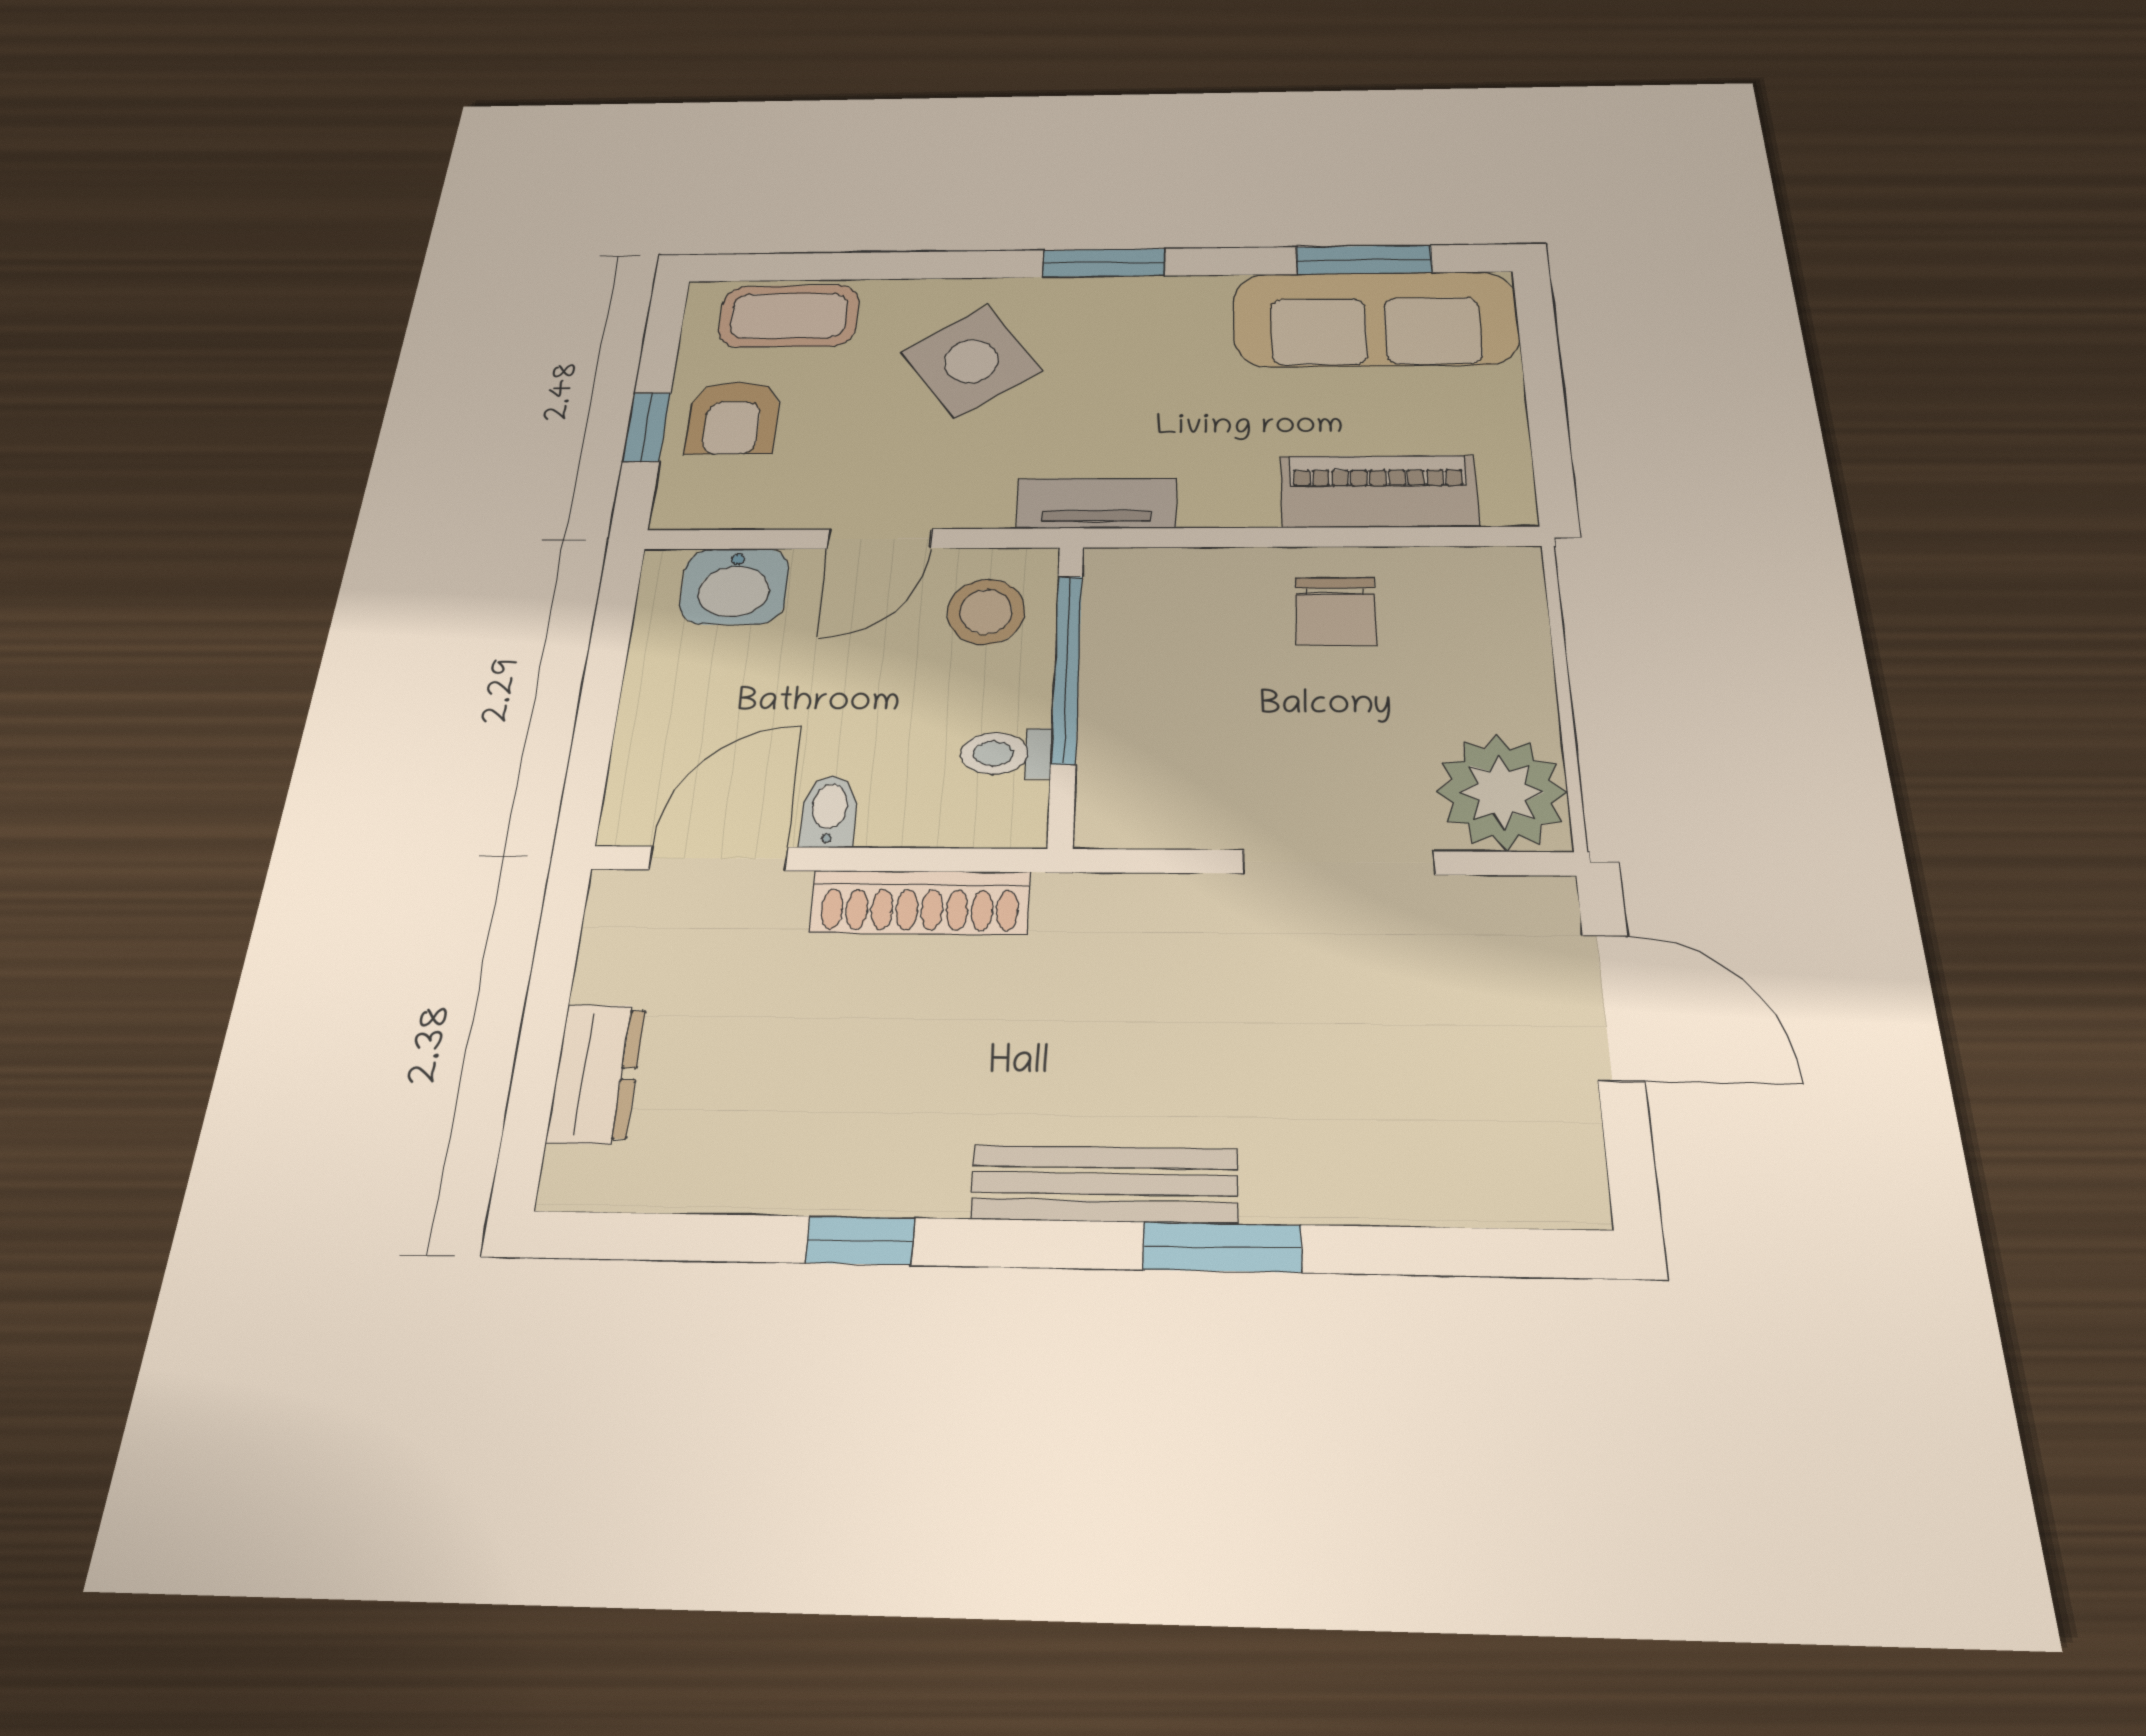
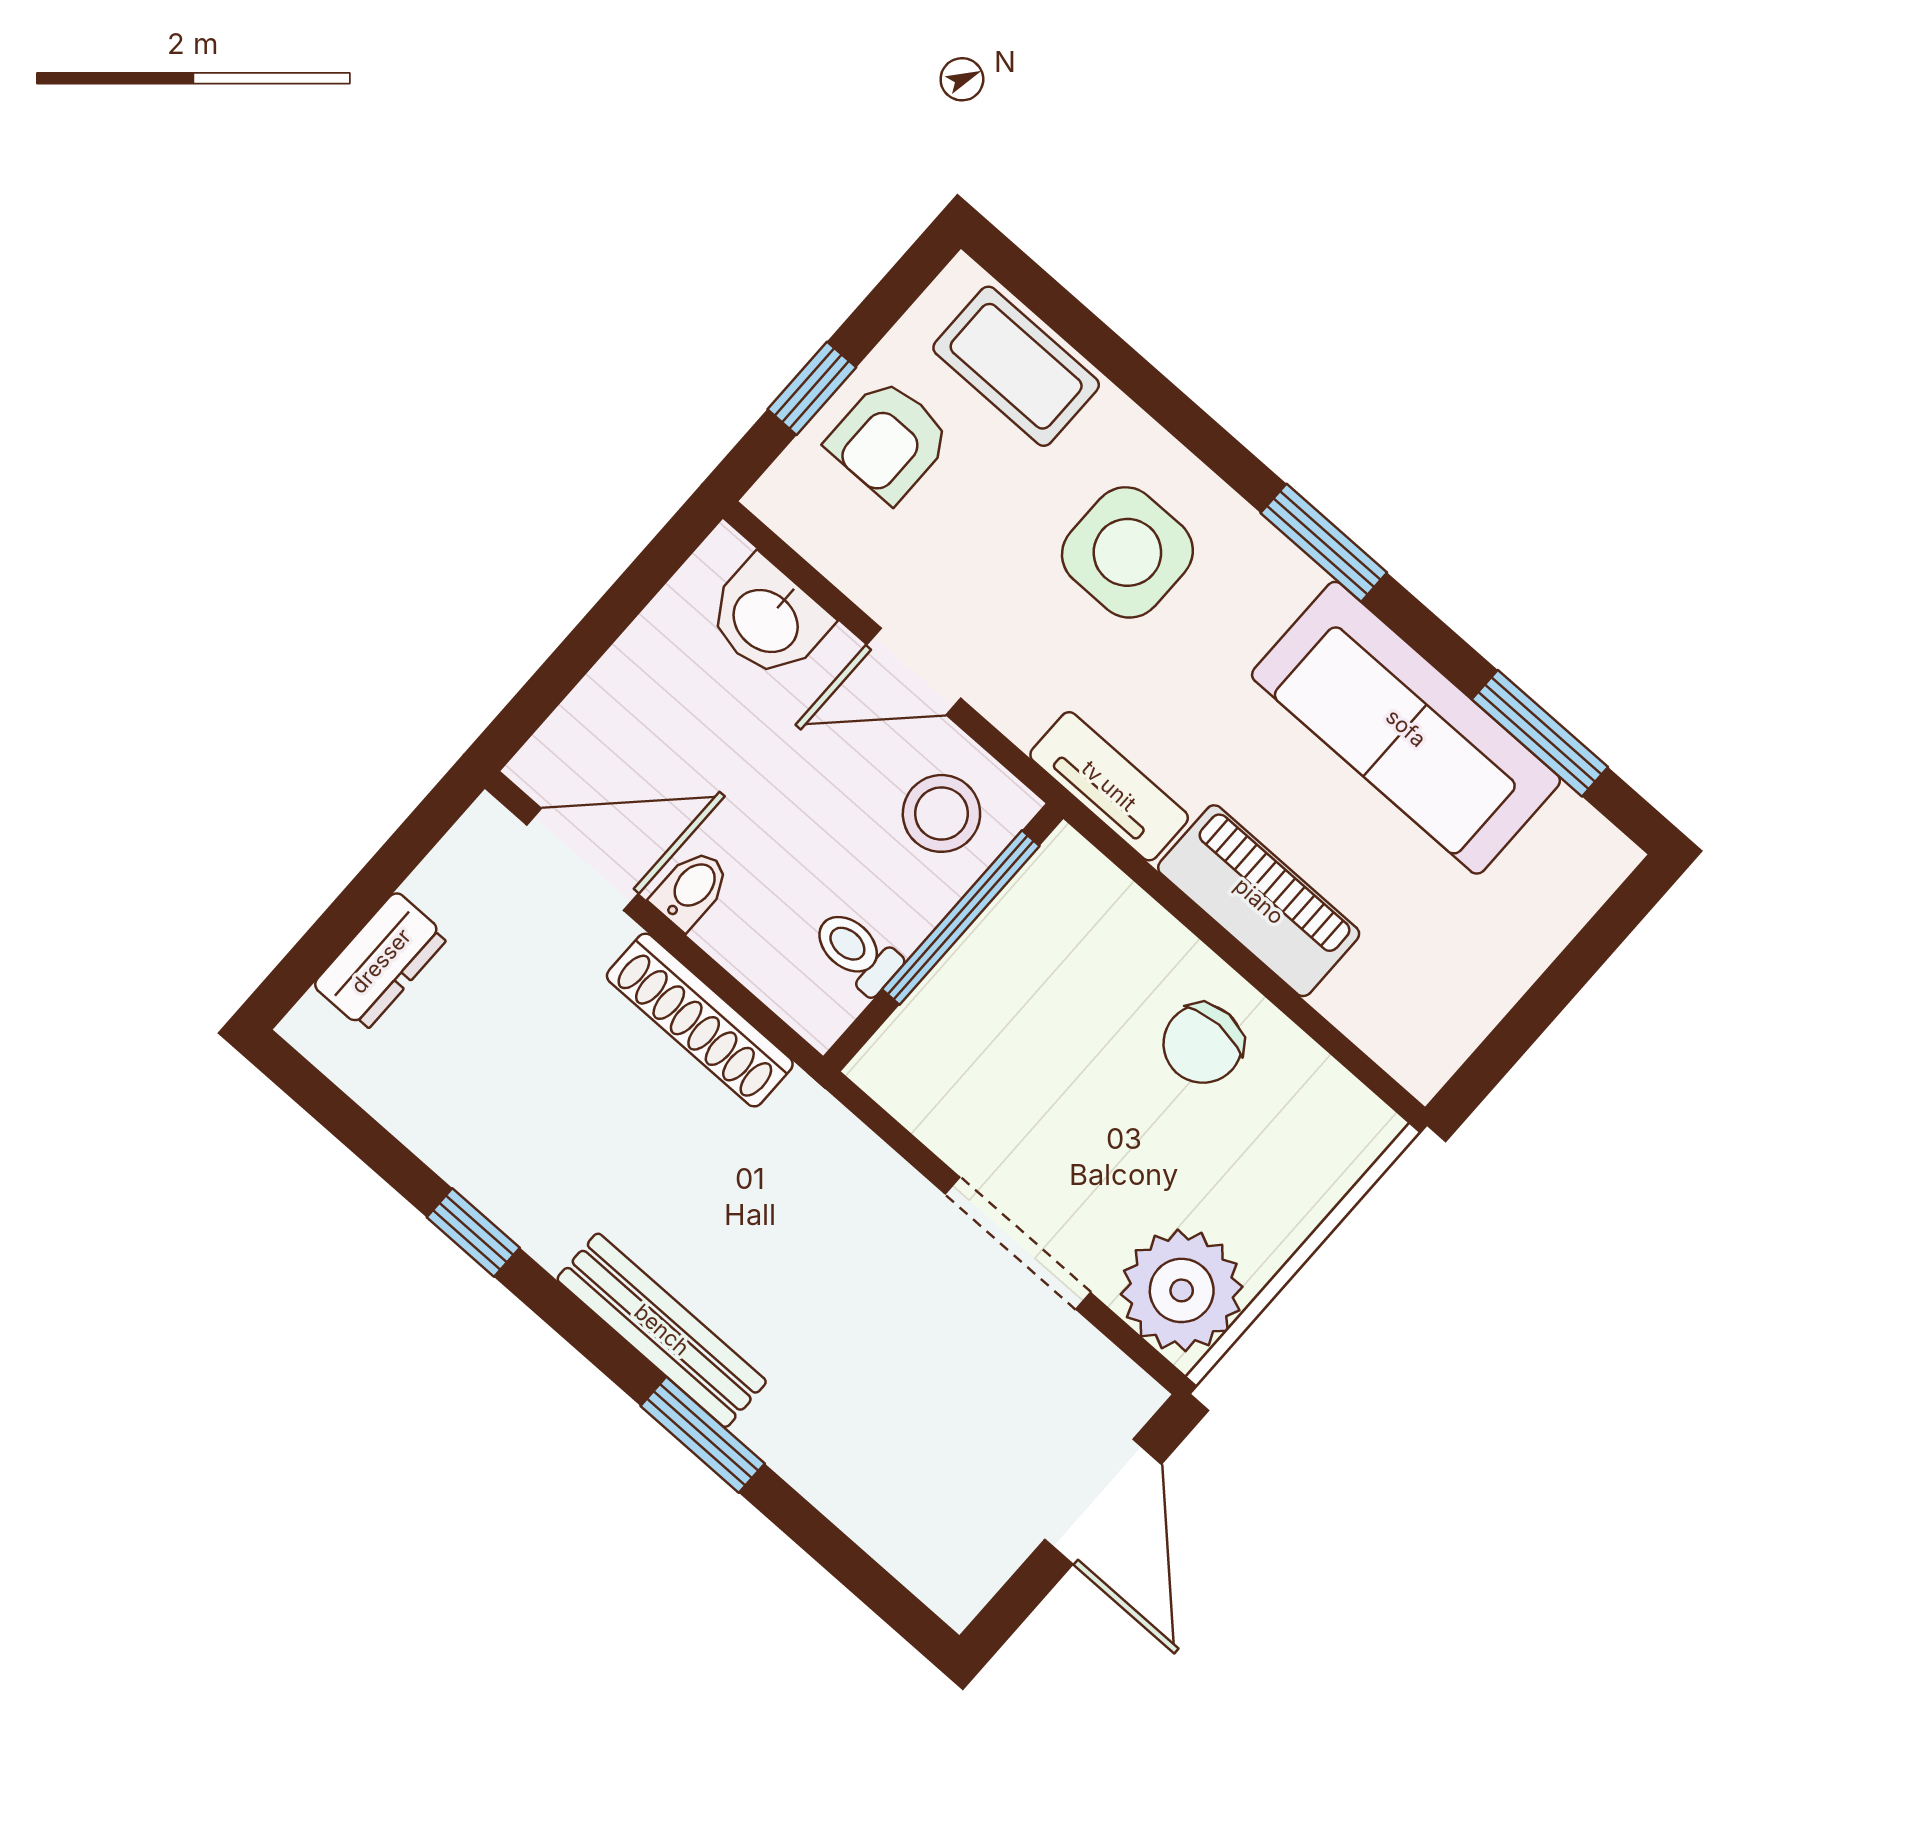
sofa: (1375, 319) -> (1406, 728), moved
side table: (971, 361) -> (1127, 552), turned 35
piano: (1379, 491) -> (1259, 901), moved

